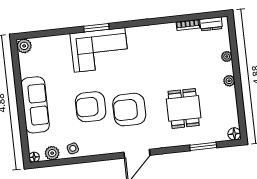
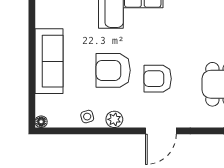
armchair: (129, 110) -> (158, 79), width x0.73, depth x0.73
plant: (52, 153) -> (114, 119), moved

